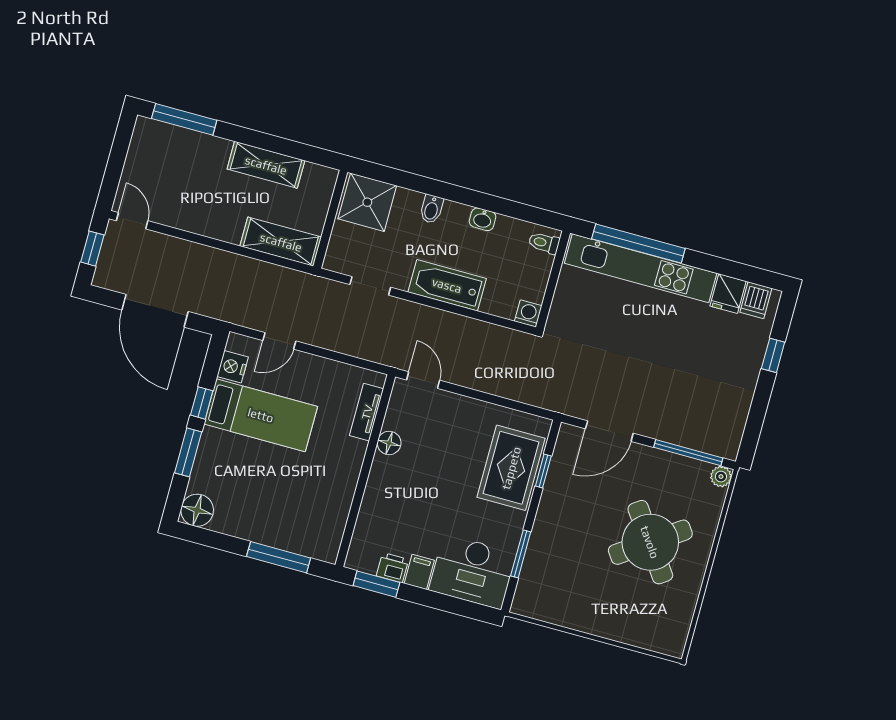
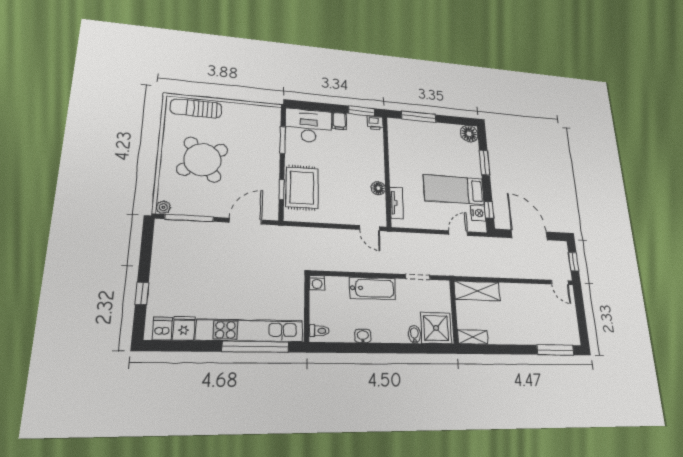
shelving: (266, 165) -> (473, 337), moved, width x0.67, depth x0.75
bidet: (431, 209) -> (414, 334), moved
window: (202, 403) -> (489, 210), moved
printer: (392, 568) -> (375, 123), moved
sun lounger: (641, 631) -> (196, 108), added

